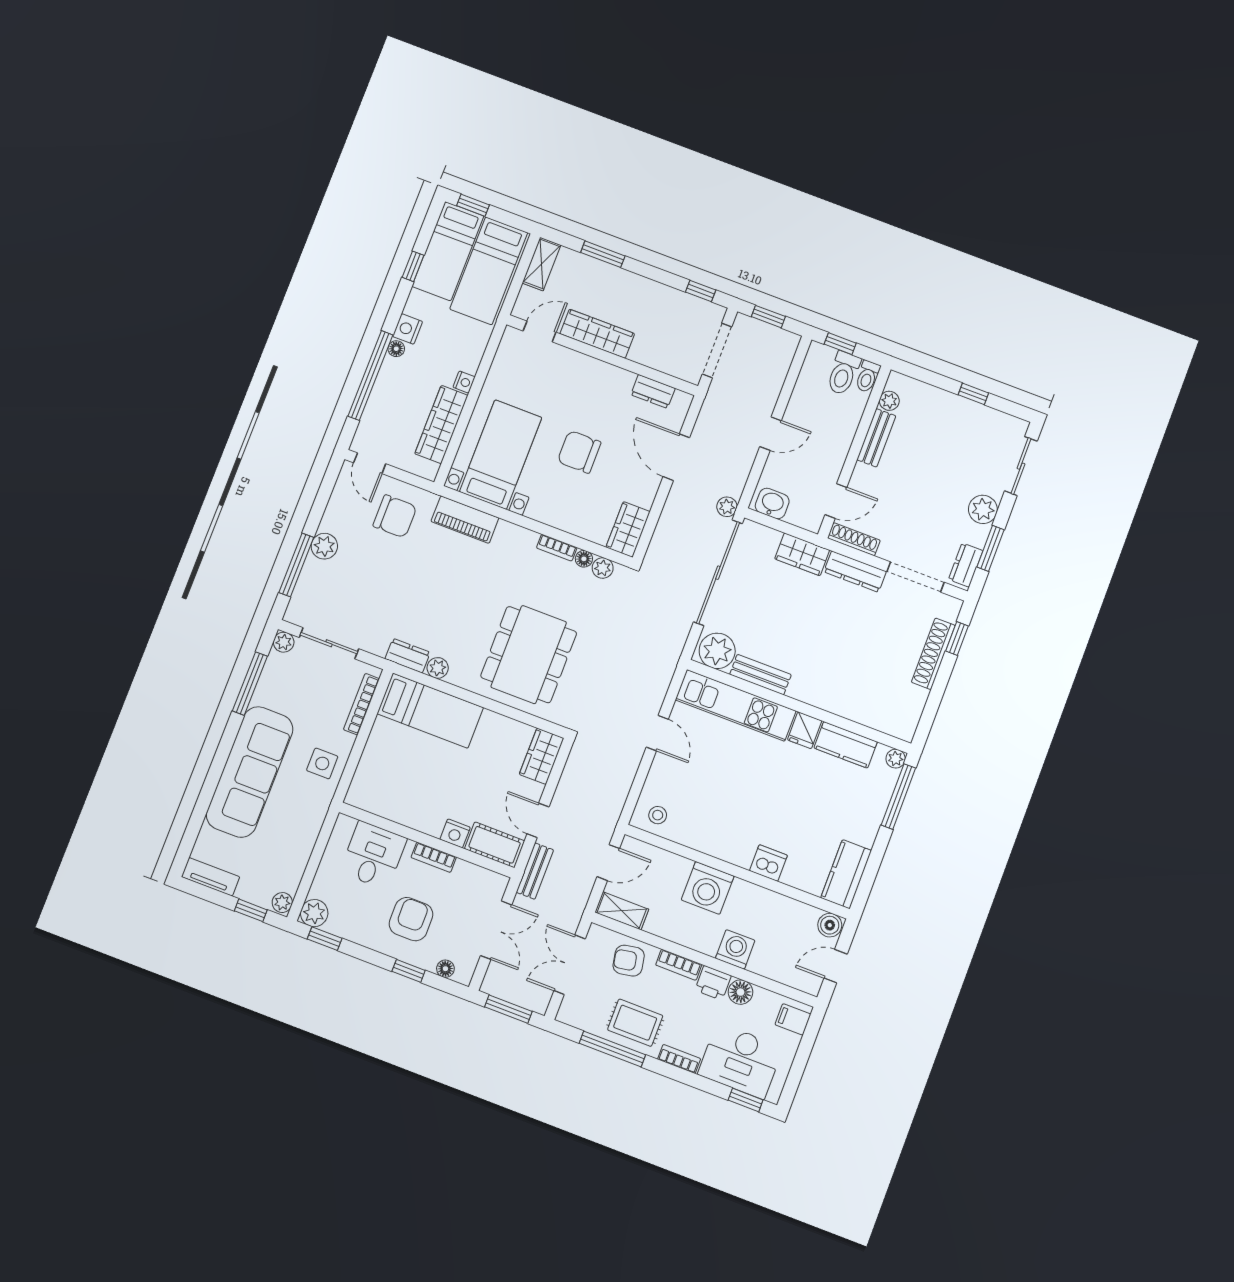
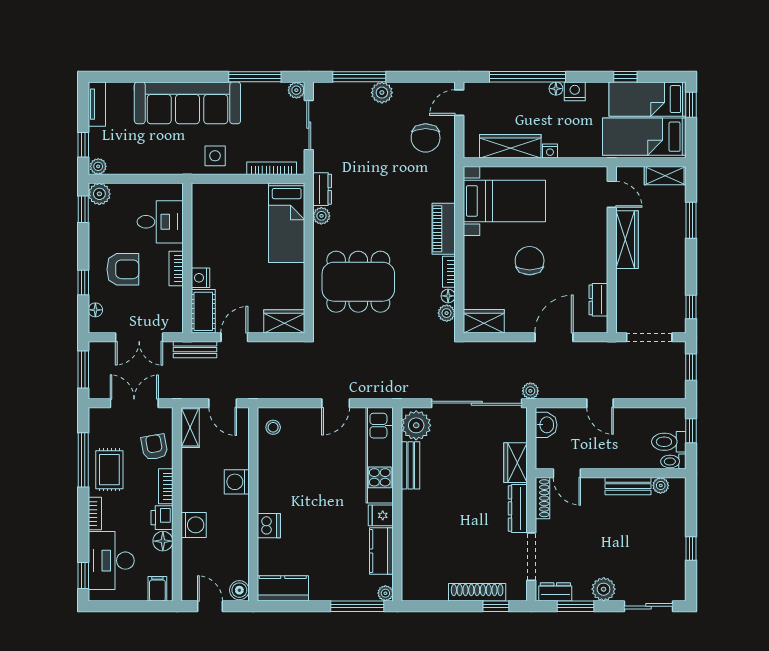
piano: (465, 520) -> (444, 229), moved
washing machine: (708, 888) -> (237, 482), width x0.73, depth x0.73

